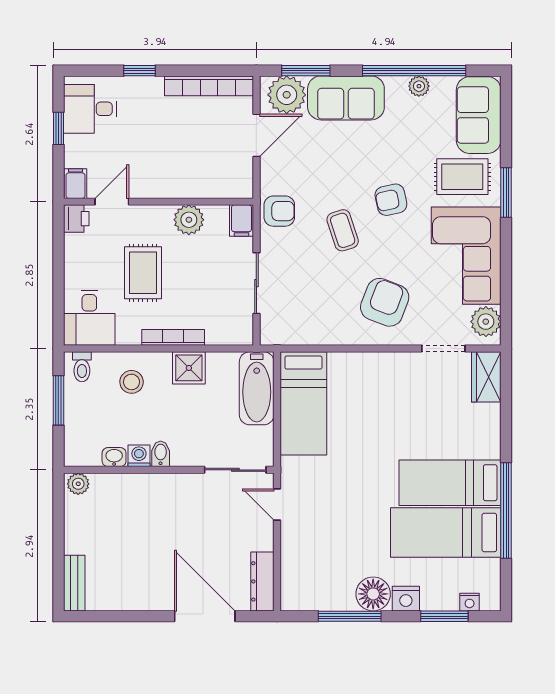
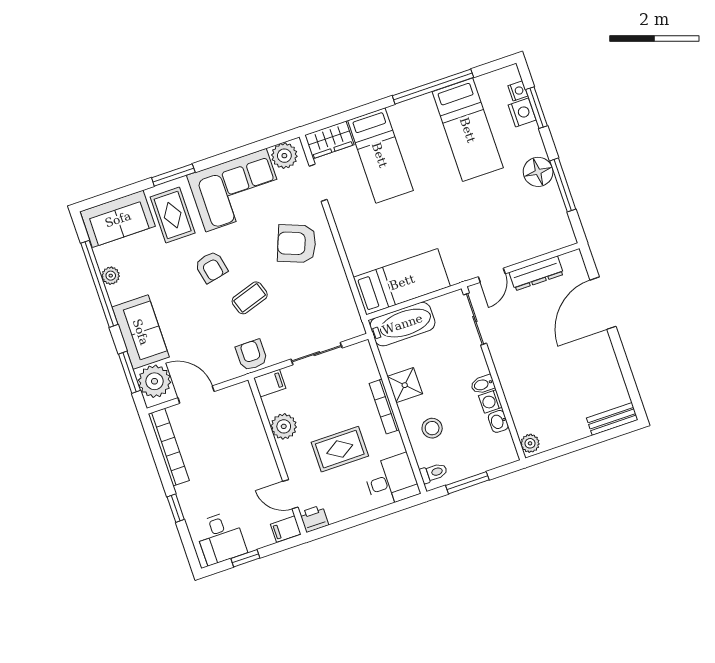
bed: (450, 483) -> (380, 155), moved
dresser: (262, 581) -> (536, 273), moved
nightstand: (406, 599) -> (522, 112), moved

